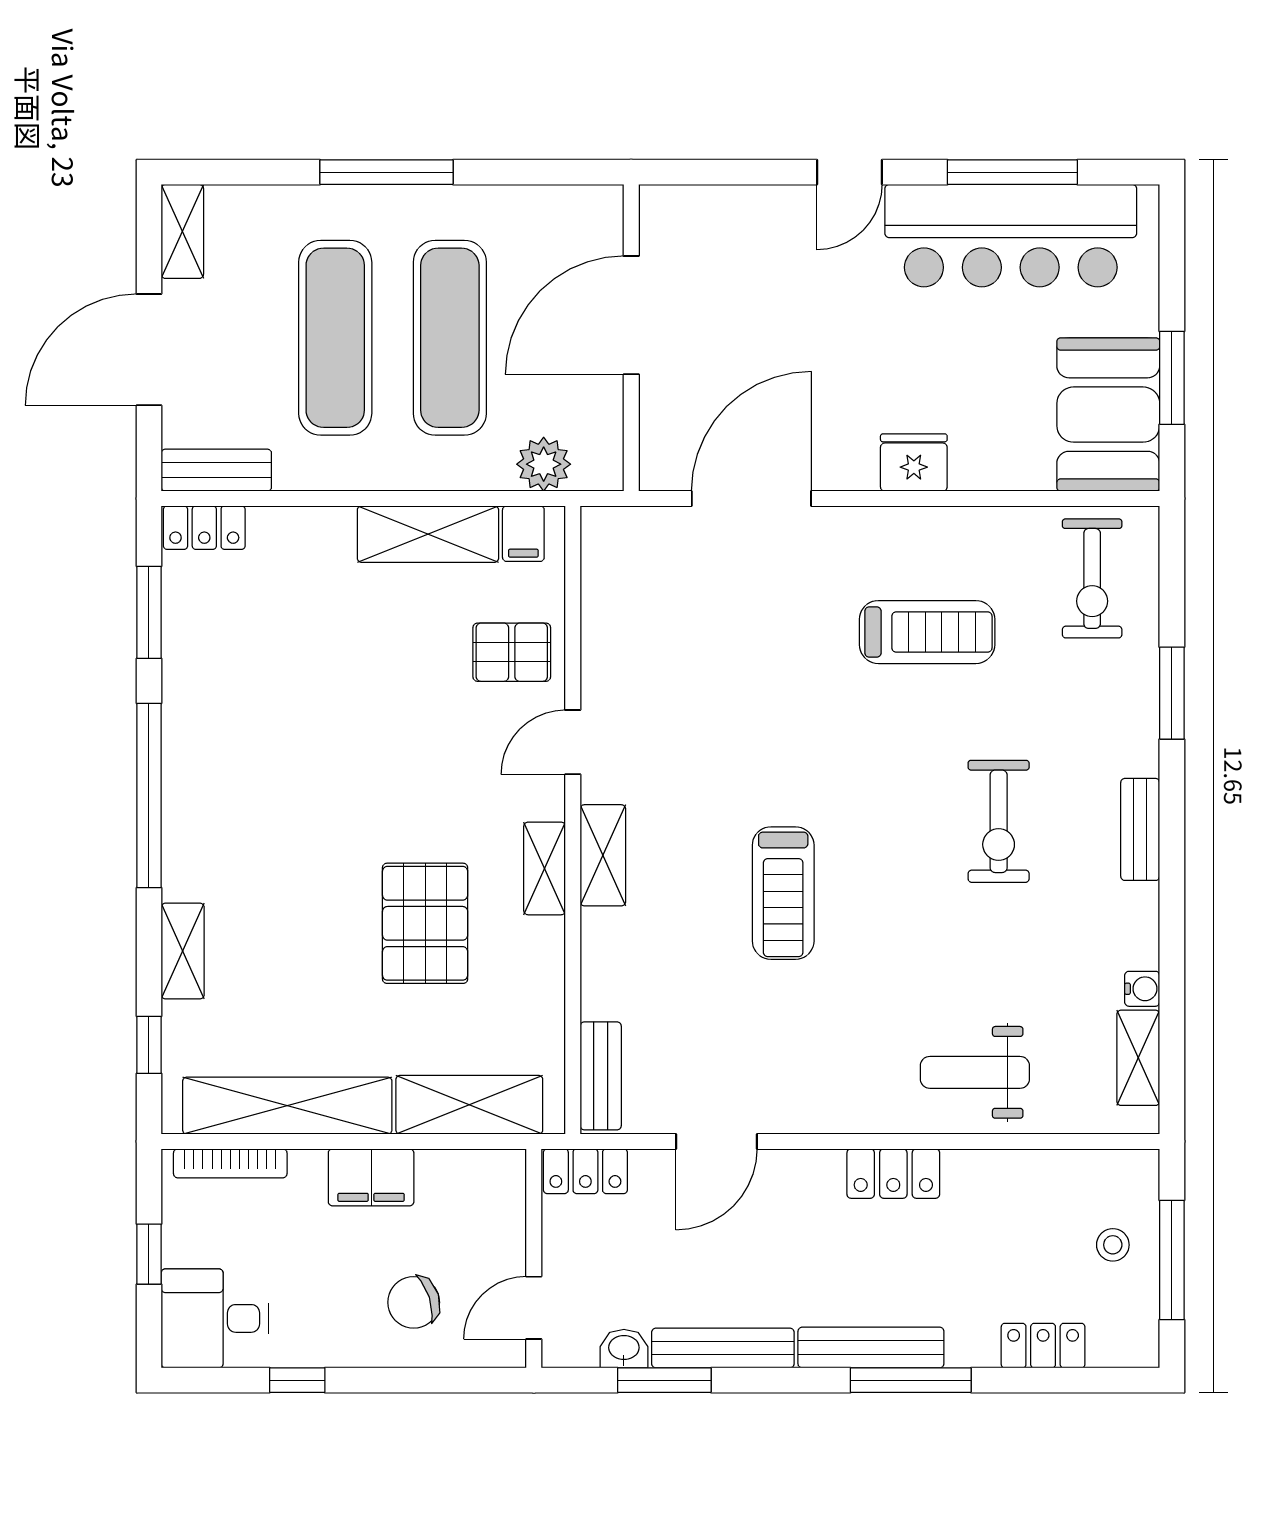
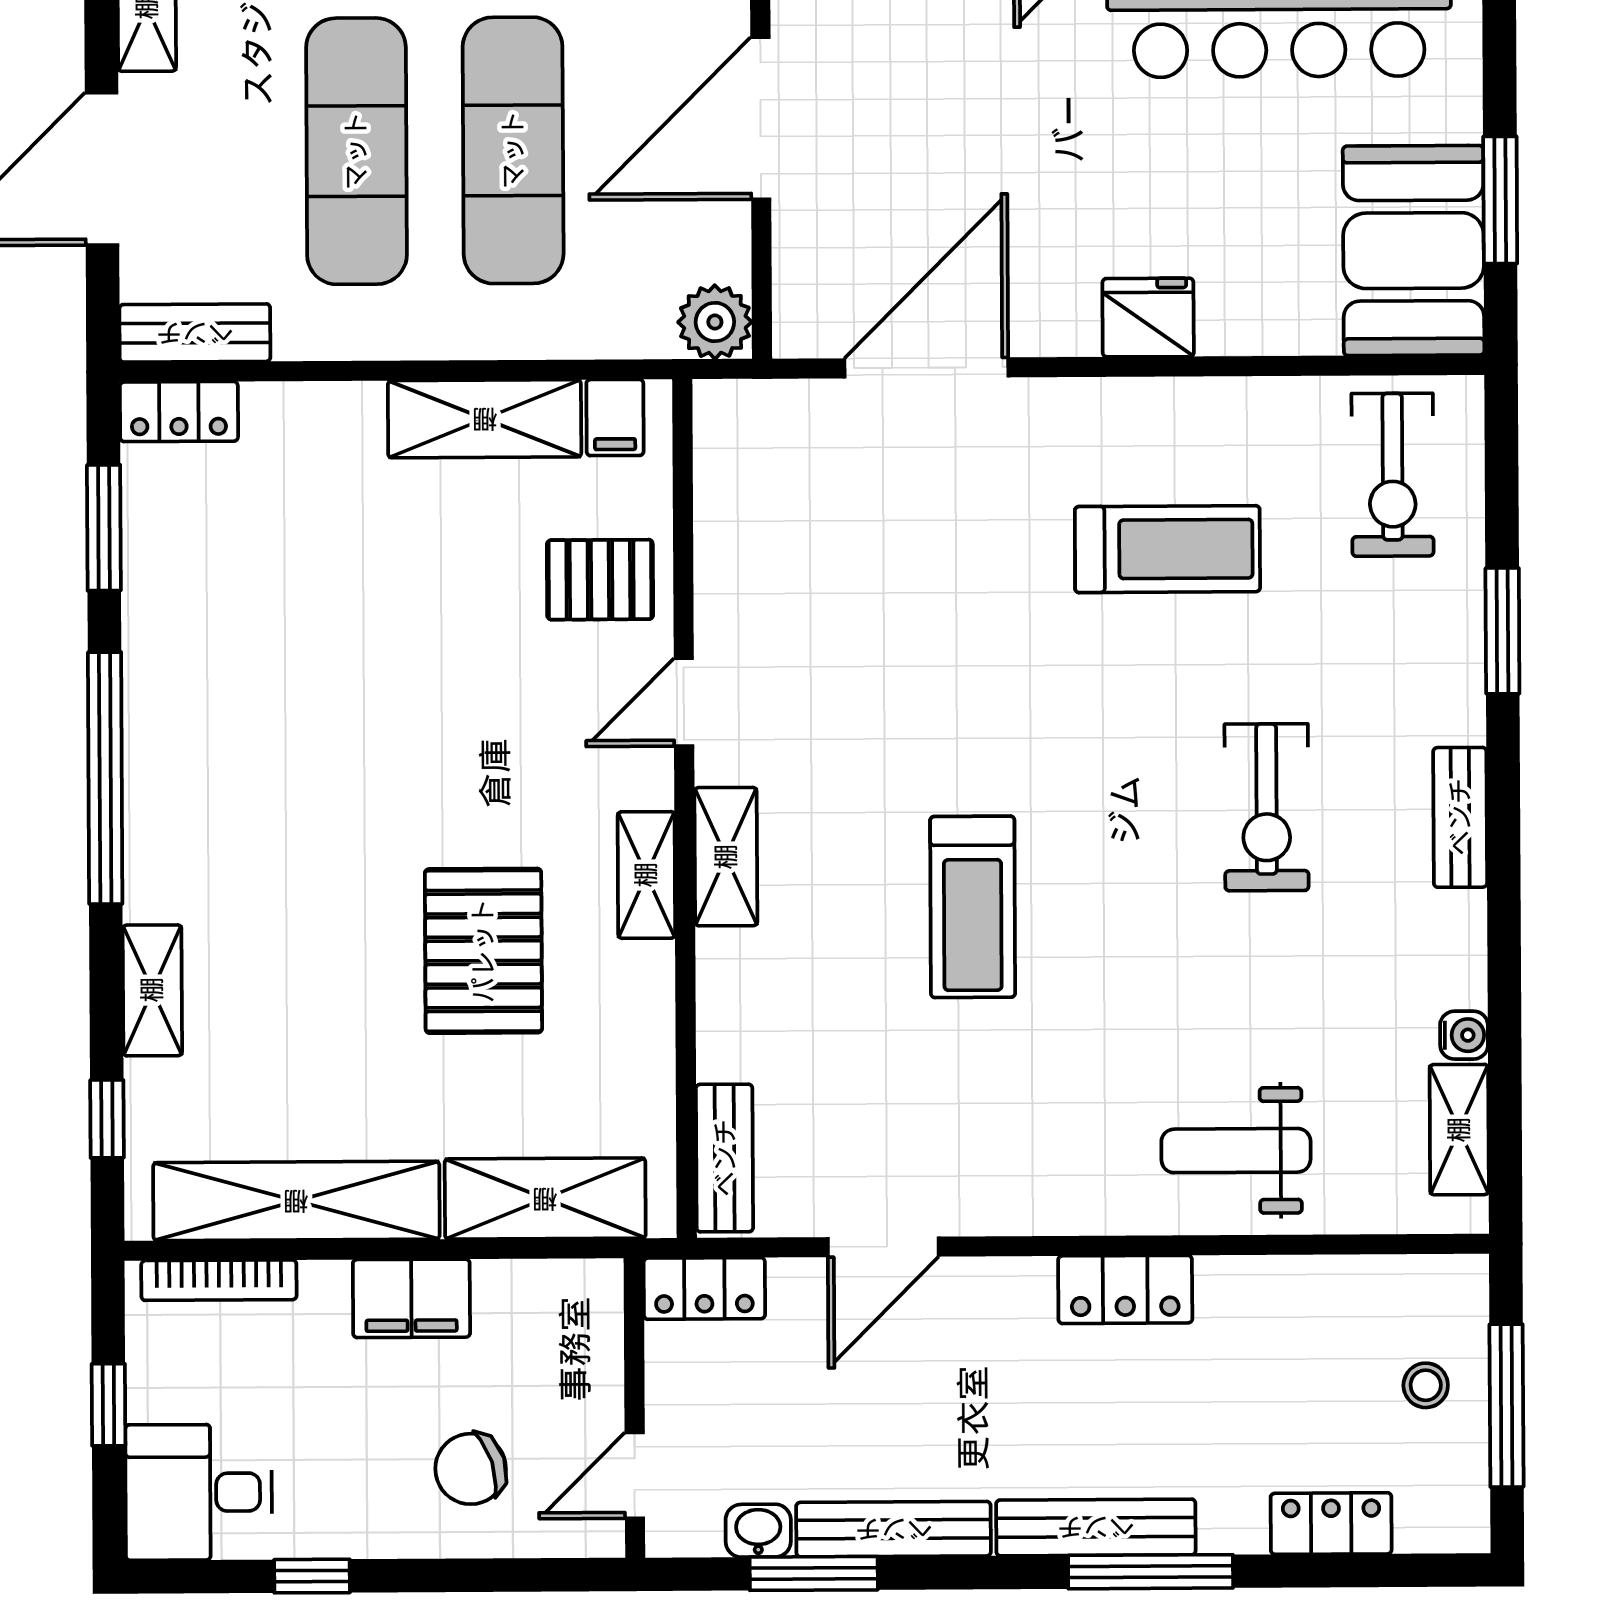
plant: (544, 464) -> (715, 322), moved

